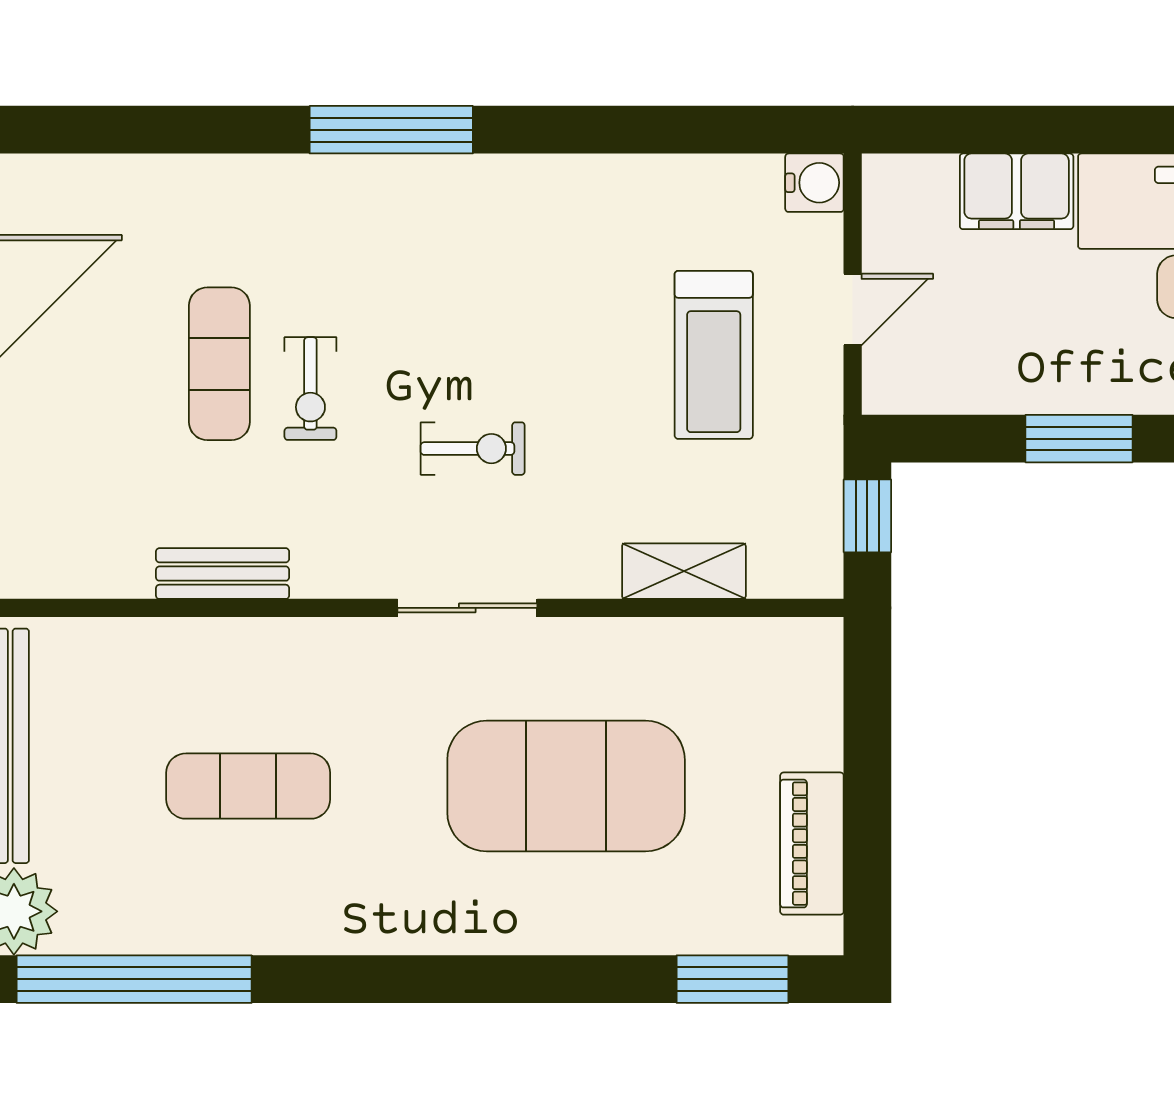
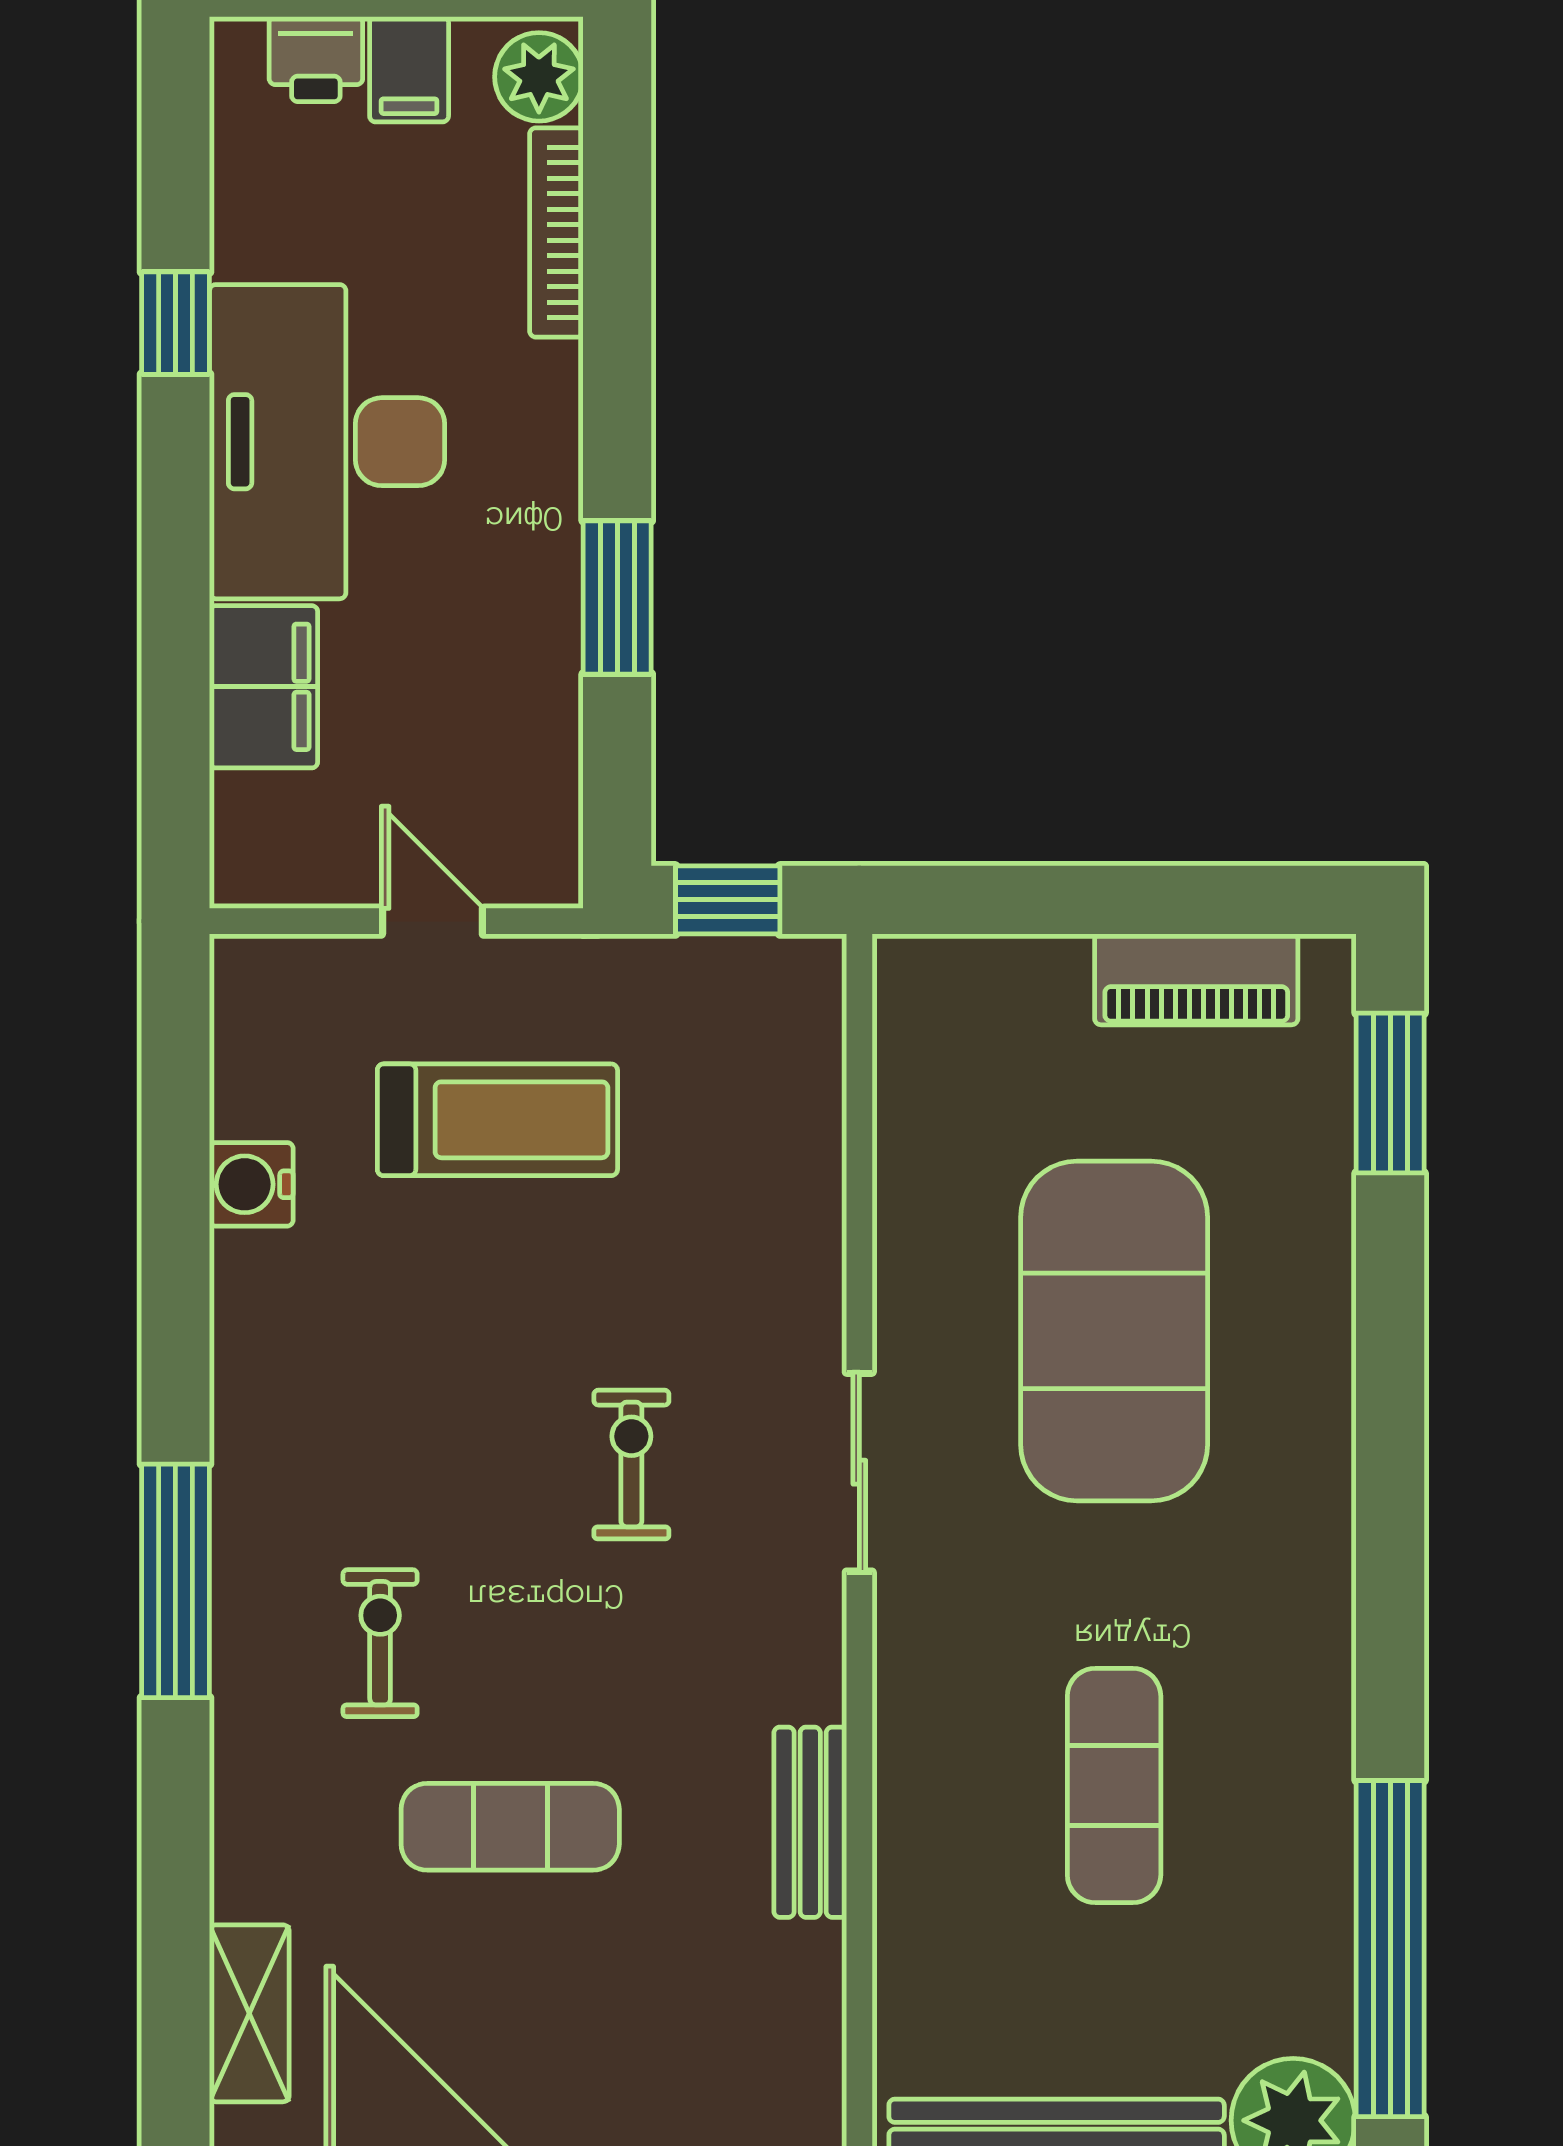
water cooler: (814, 183) -> (251, 1184), moved, turned -90
exercise bike: (310, 389) -> (380, 1643), moved, turned -90
shelving: (684, 571) -> (249, 2013), moved

